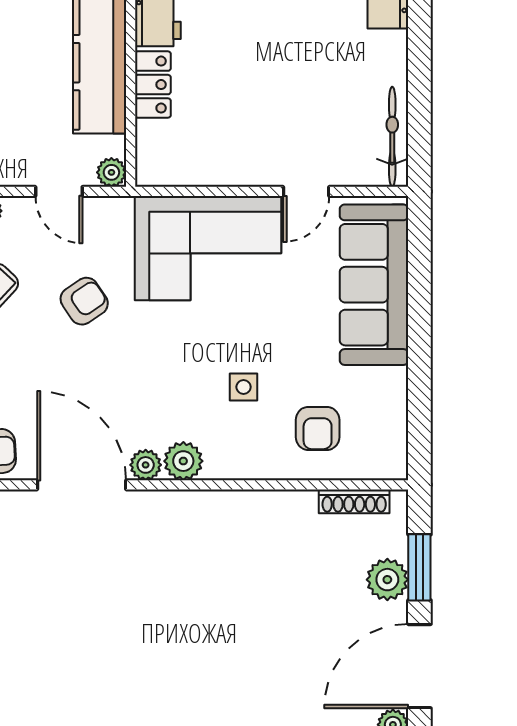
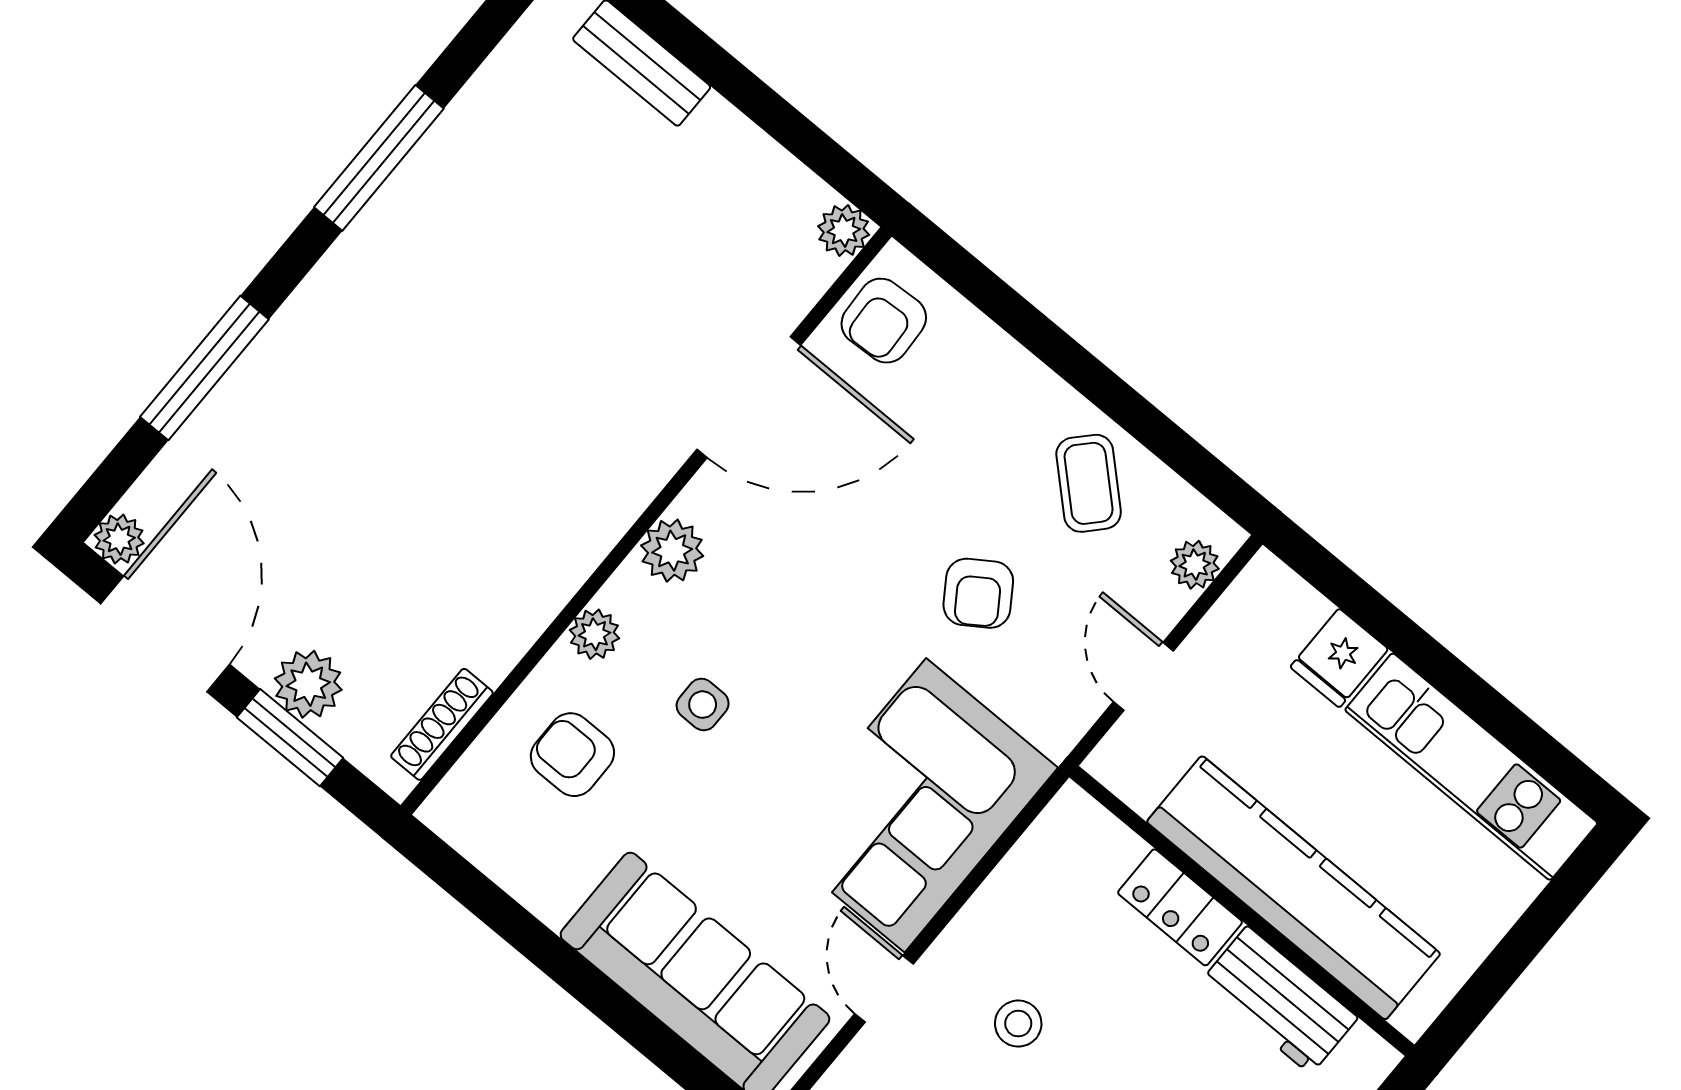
stool: (270, 115) -> (1018, 1024), added
plant: (111, 172) -> (1112, 763), removed
door: (59, 191) -> (1143, 676), hinge flipped
plant: (146, 465) -> (594, 634), moved

